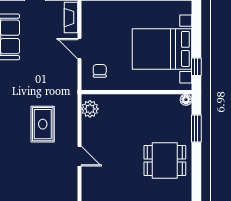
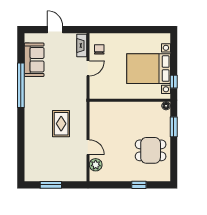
door: (79, 49) -> (88, 68), swing flipped
chair: (100, 71) -> (99, 49), moved
plant: (90, 109) -> (96, 165), moved

